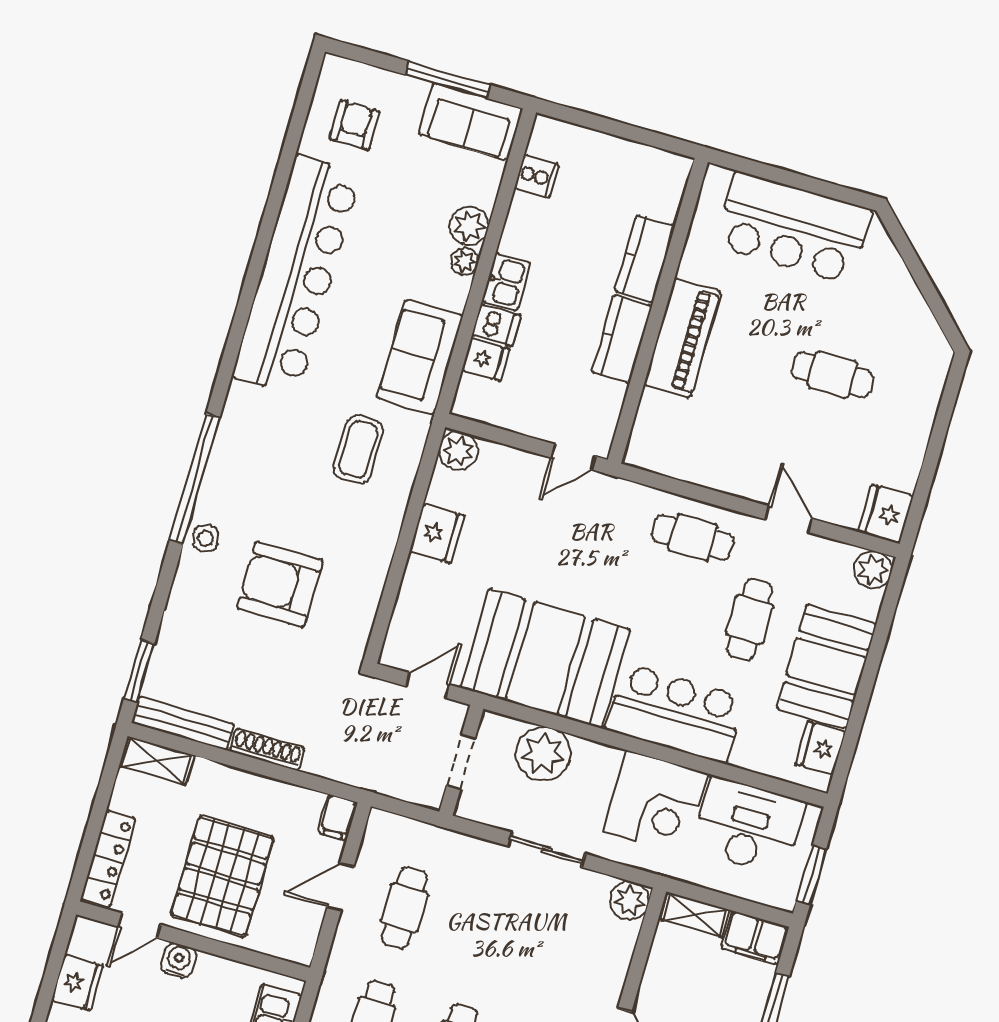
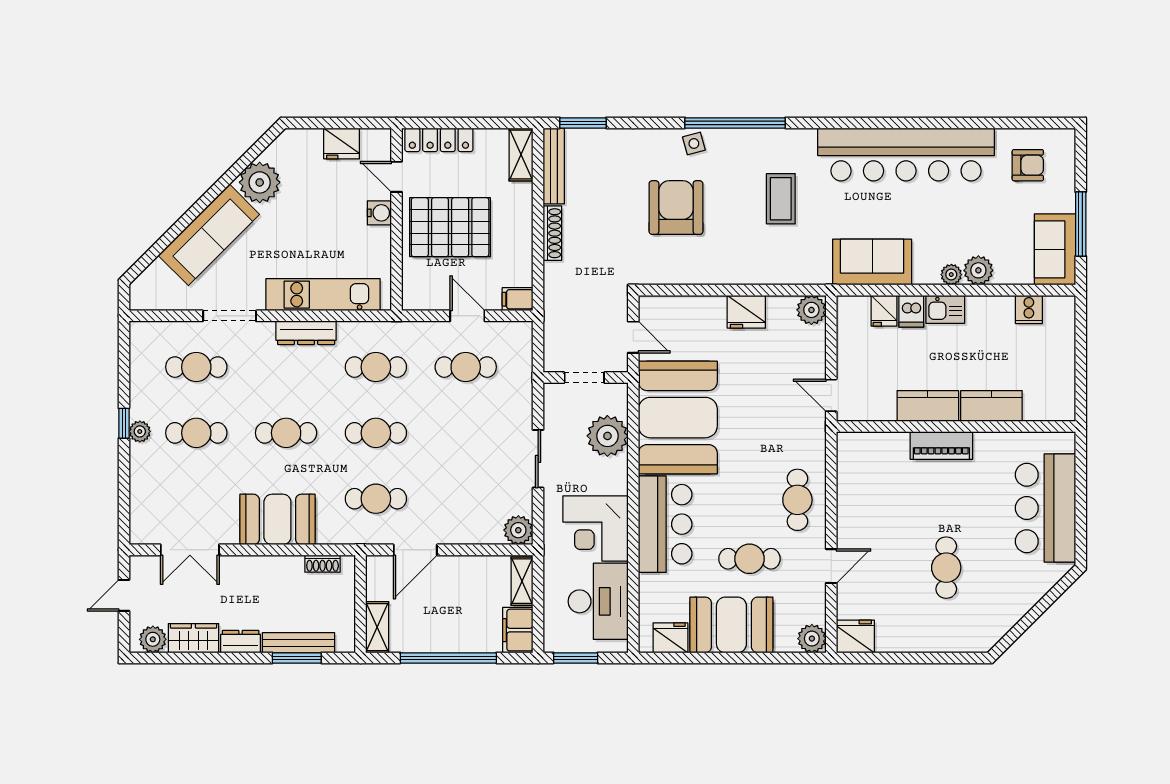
piano: (682, 338) -> (941, 446), width x0.73, depth x0.75
coffee table: (358, 450) -> (781, 199), moved, turned 90

